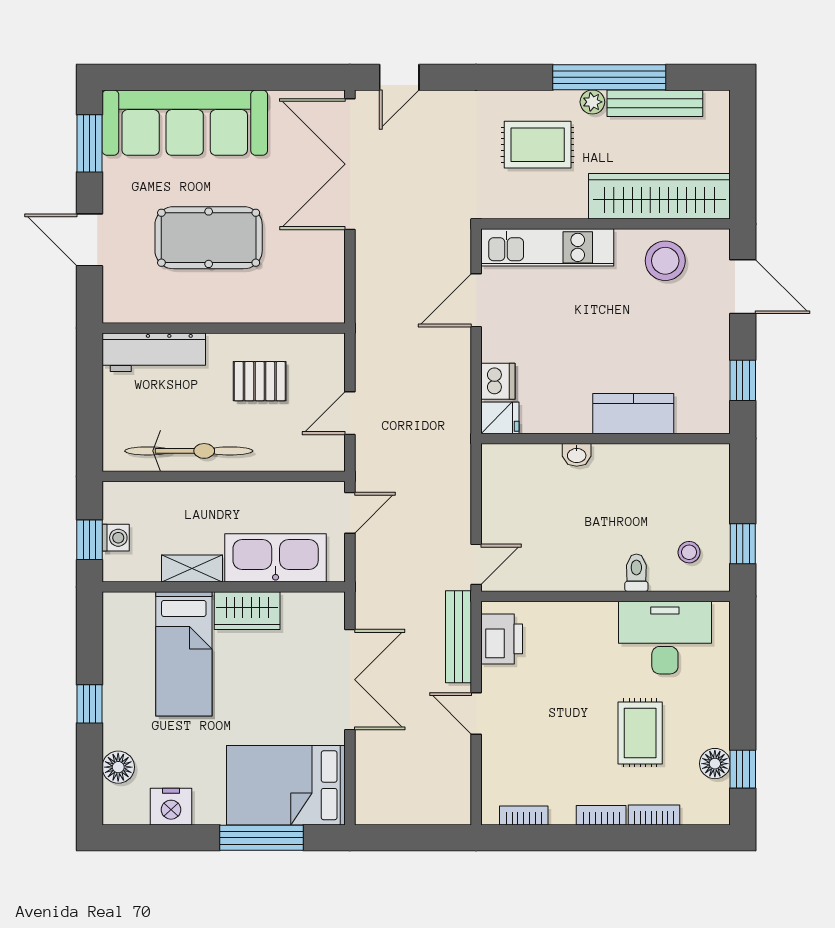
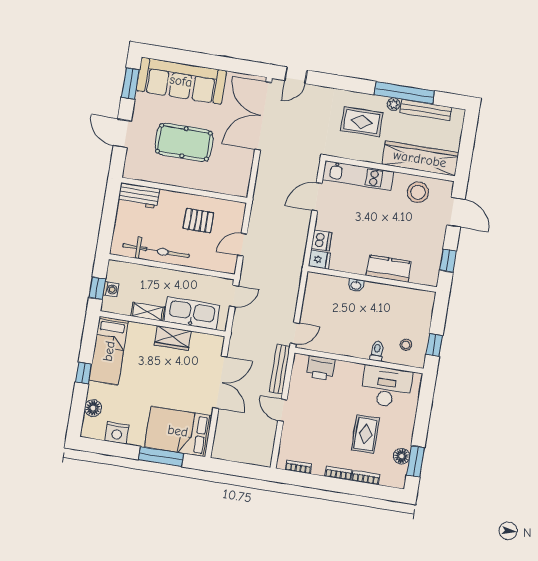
workbench: (154, 352) -> (139, 196), width x0.73
printer: (502, 639) -> (321, 368), moved, turned 90
bed: (184, 654) -> (109, 351), moved
window: (743, 769) -> (415, 461), width x1.50

